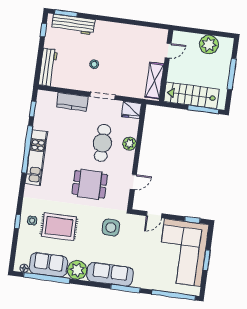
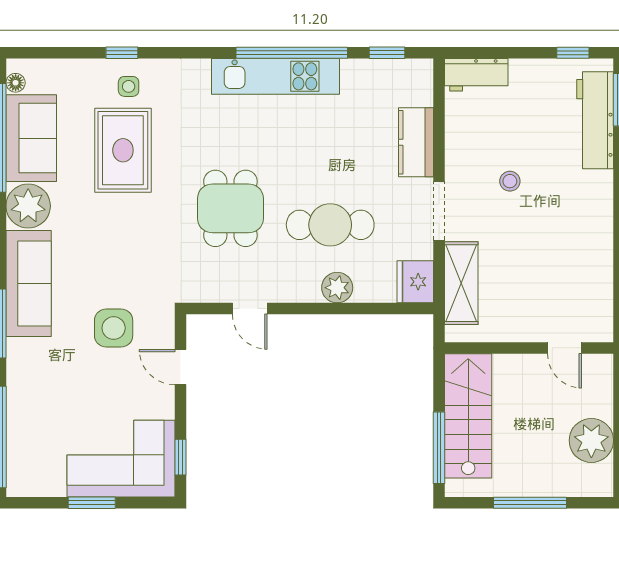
workbench: (48, 67) -> (476, 75), width x0.73
shelving: (154, 81) -> (461, 283), moved, turned 90
side table: (111, 228) -> (114, 328), moved
corner sofa: (183, 253) -> (121, 459), width x0.73, depth x0.74

